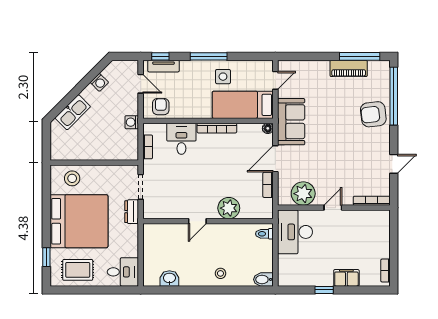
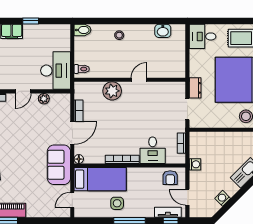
plant: (303, 194) -> (44, 99), width x0.53, depth x0.53

